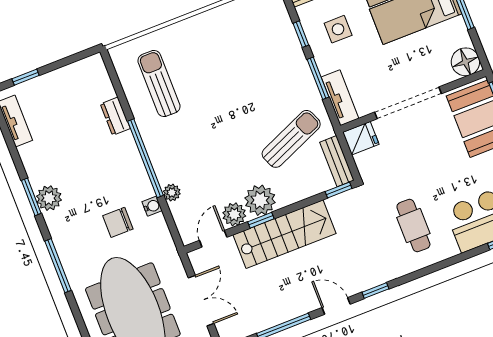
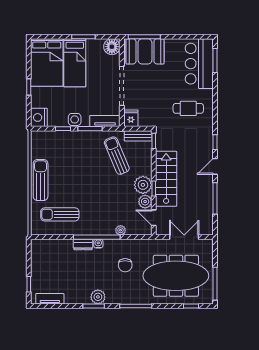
side table: (338, 29) -> (75, 119), moved
sun lounger: (203, 30) -> (41, 180), added
dresser: (115, 116) -> (83, 245), moved
water cooler: (152, 206) -> (98, 244), moved

